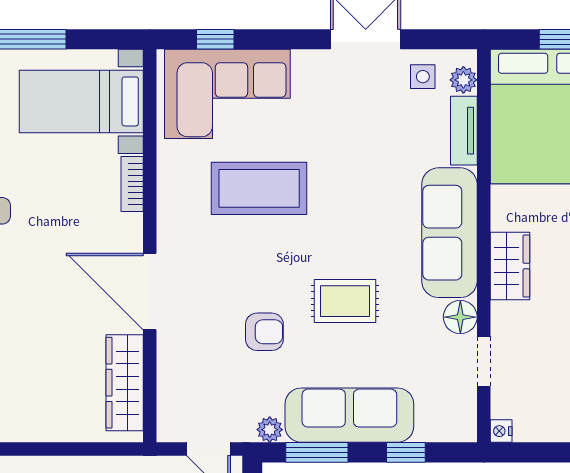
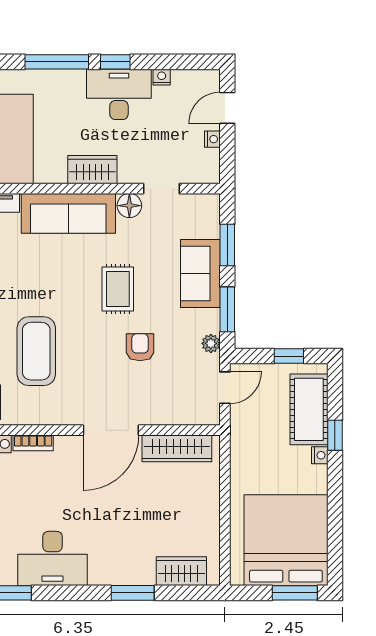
sofa: (349, 415) -> (200, 273), width x0.73
nightstand: (501, 431) -> (212, 139), moved, turned -90
window: (406, 452) -> (227, 245), width x1.50

